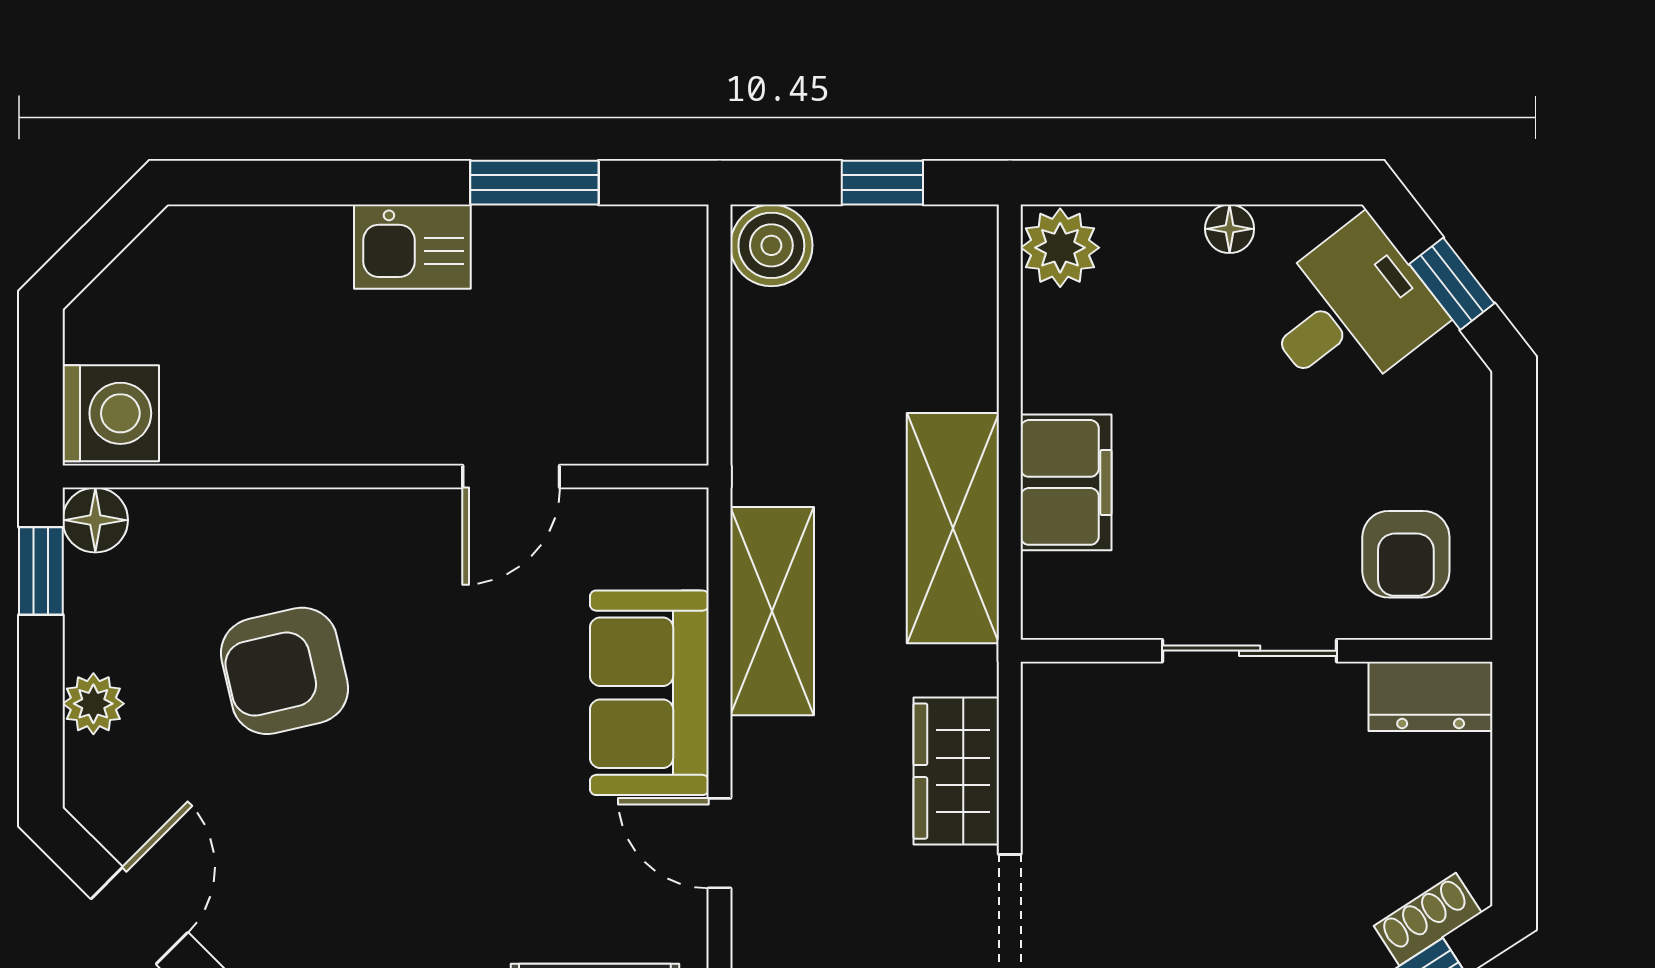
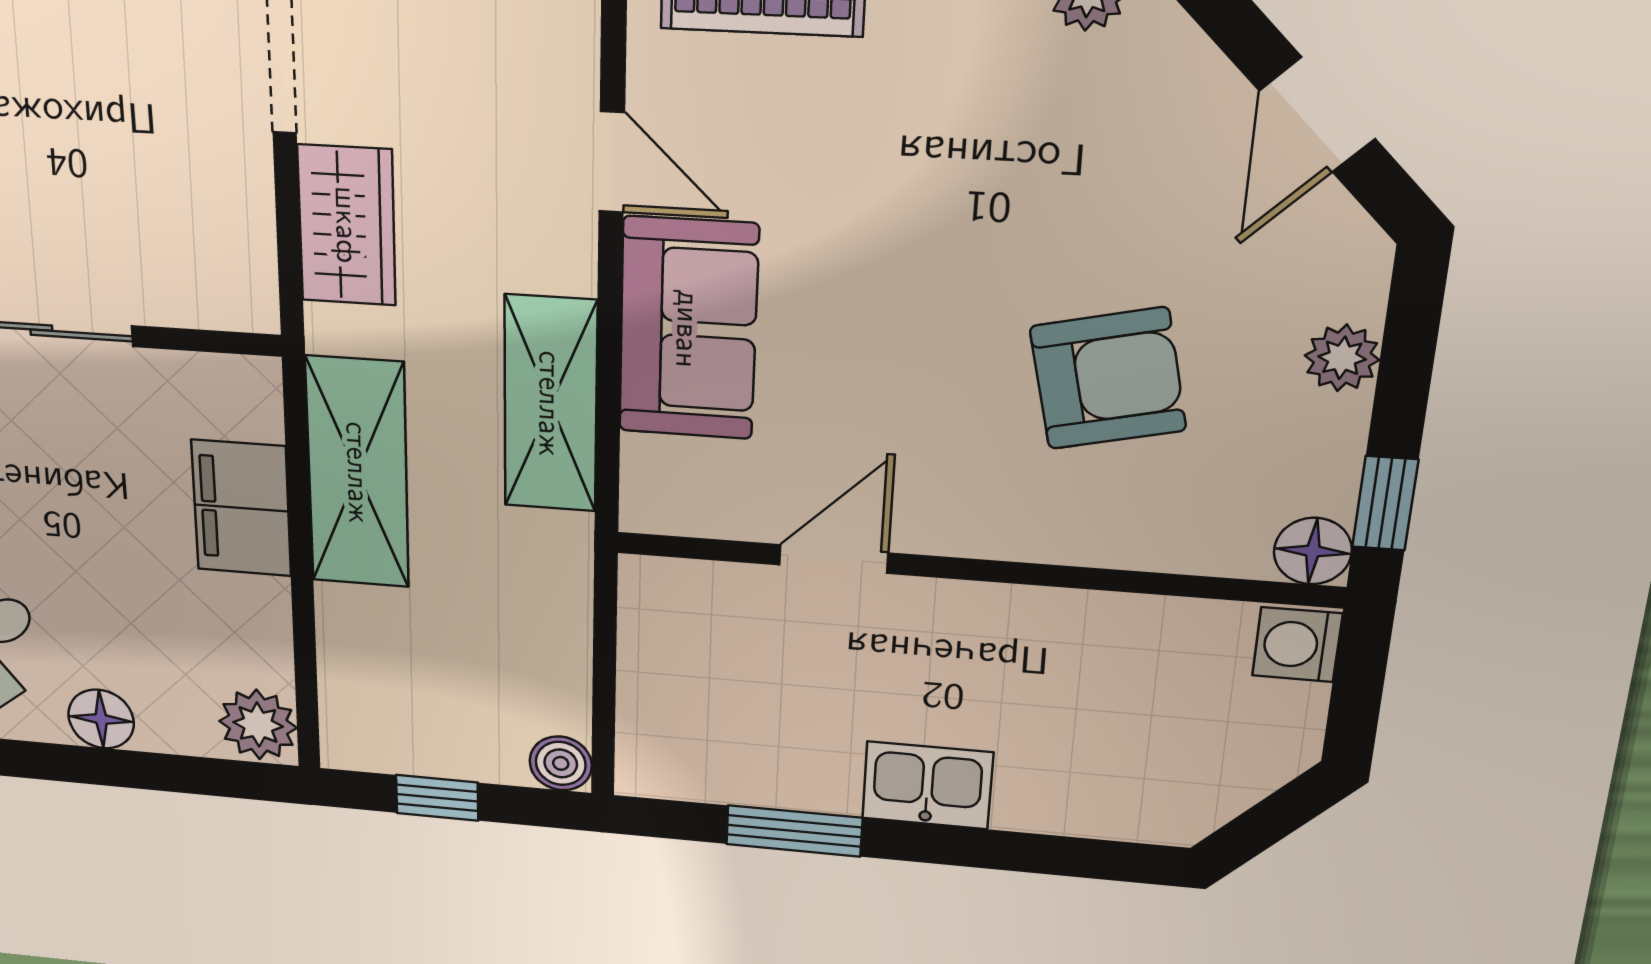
floor lamp: (1230, 229) -> (101, 719), width x1.37, depth x1.37
boiler: (771, 245) -> (561, 763), width x0.73, depth x0.73
washing machine: (111, 413) -> (1297, 645), width x0.73, depth x0.73

